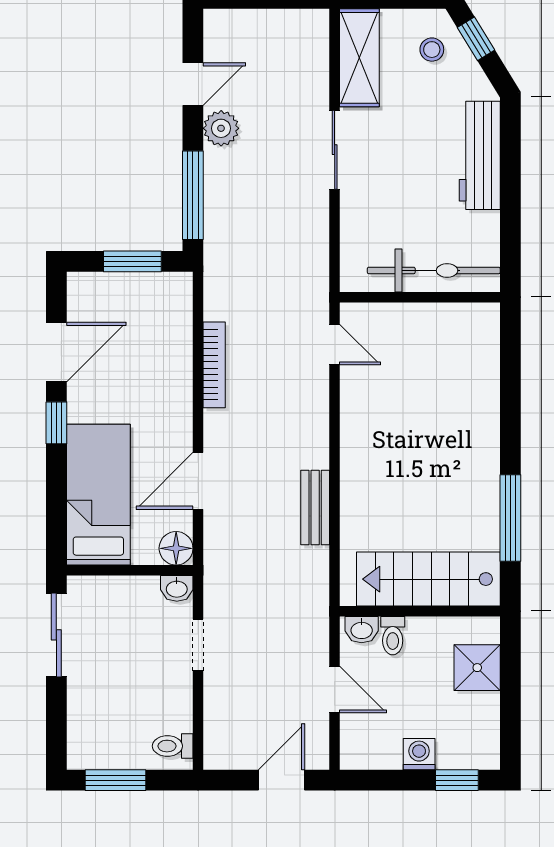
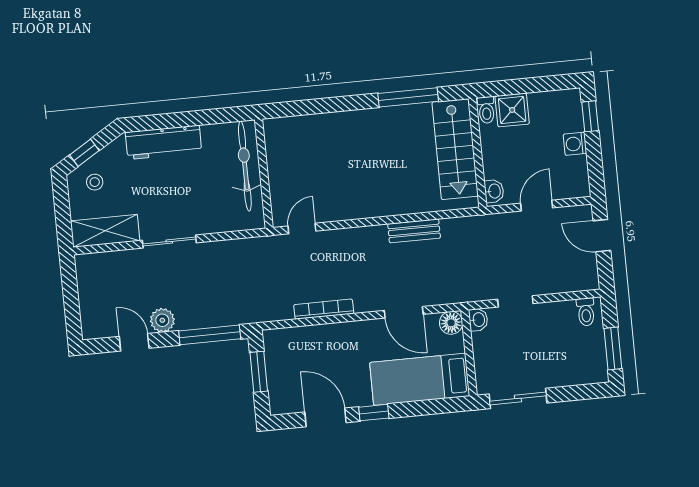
toilet: (393, 636) -> (486, 110), moved, turned 90

